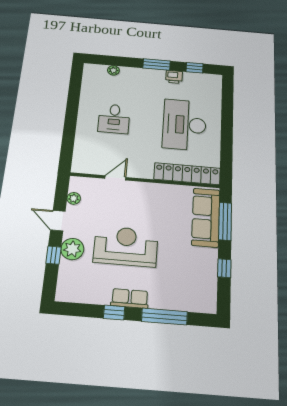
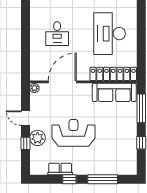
door: (115, 178) -> (62, 82), width x1.87
plant: (74, 198) -> (34, 88), moved
sofa: (206, 217) -> (114, 92), moved, turned -90
row of seats: (130, 298) -> (60, 169), moved

